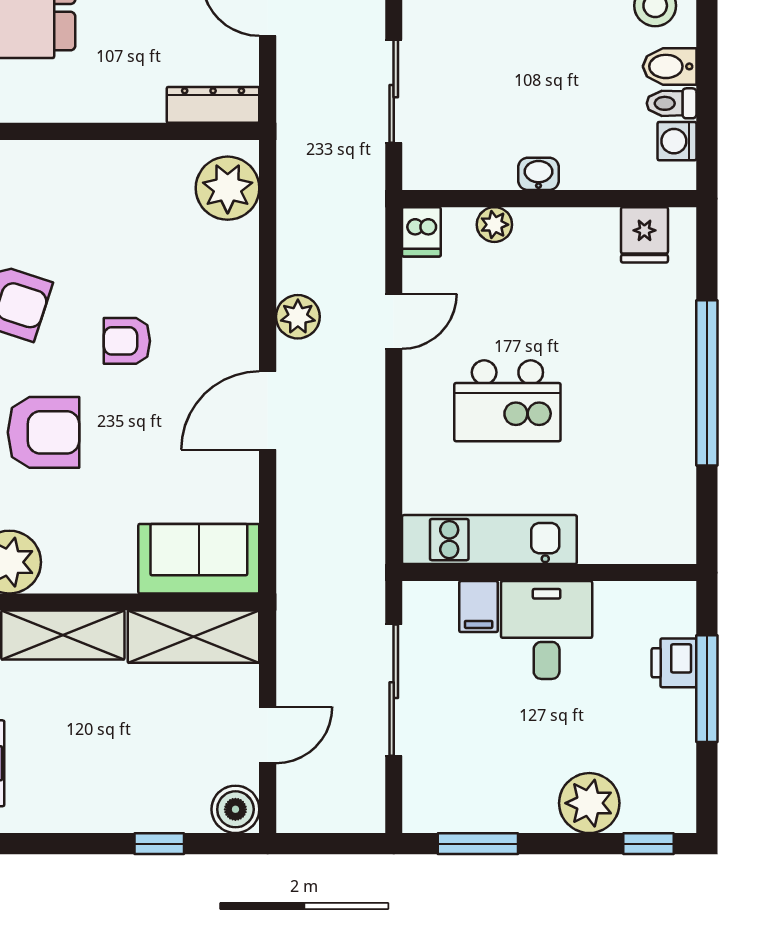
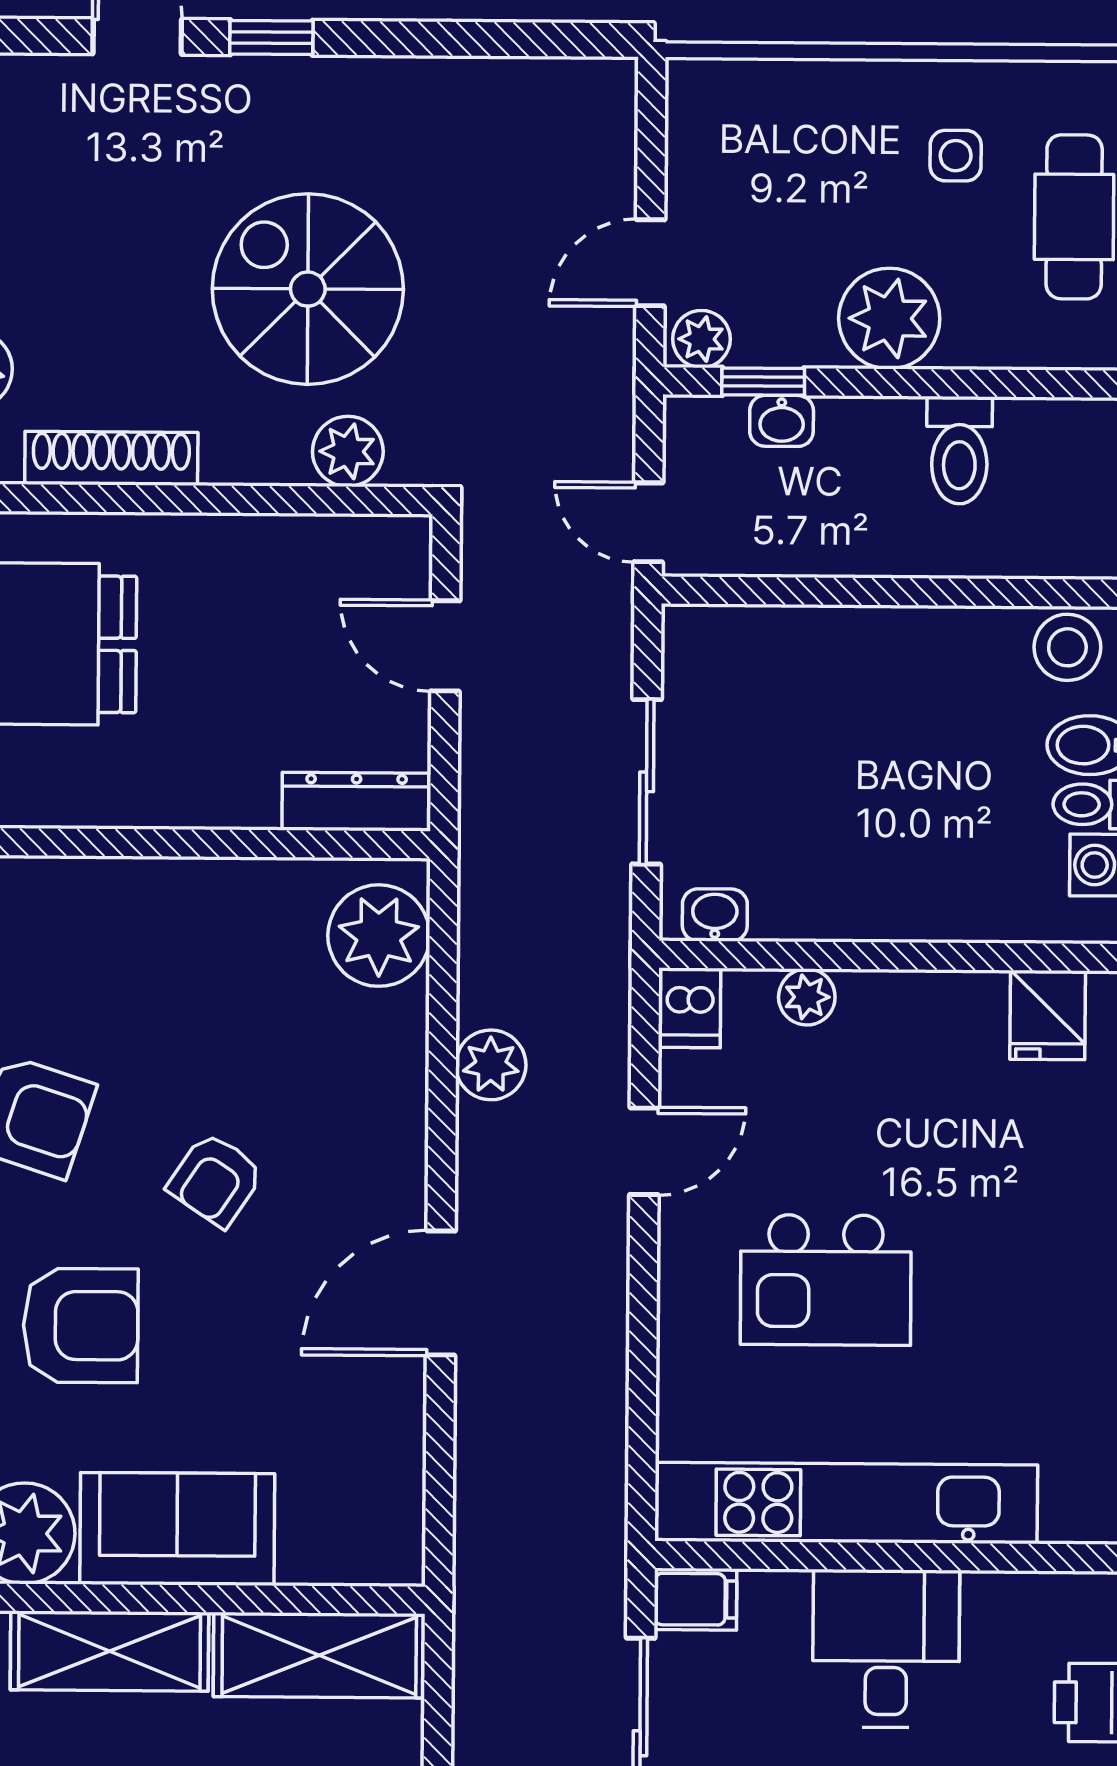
washbasin: (538, 174) -> (715, 915), moved
plant: (298, 317) -> (491, 1065), moved
armchair: (127, 341) -> (216, 1180), turned -56
kitchen unit: (489, 540) -> (846, 1503), width x1.36
sofa: (199, 559) -> (177, 1529), moved
filing cabinet: (479, 607) -> (695, 1599), moved, turned -90

